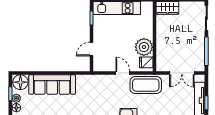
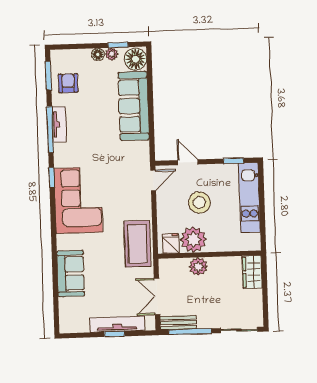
stool: (119, 42) -> (199, 203), added
plant: (162, 44) -> (198, 267), added
bench: (200, 59) -> (178, 323), added
door: (123, 73) -> (153, 180), moved

